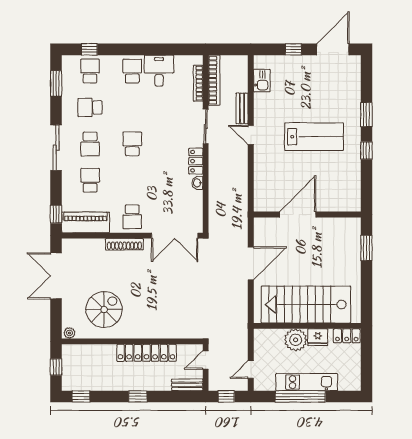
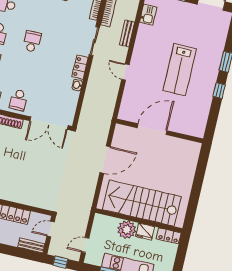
door: (251, 135) -> (125, 72), moved
lab bench: (314, 137) -> (180, 70), turned 90
window: (366, 248) -> (201, 169), removed

